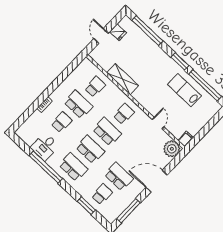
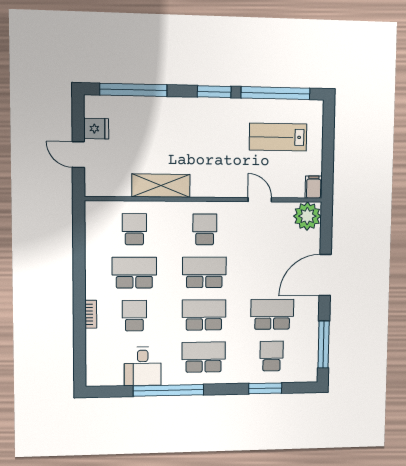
lab bench: (184, 90) -> (278, 137), moved

